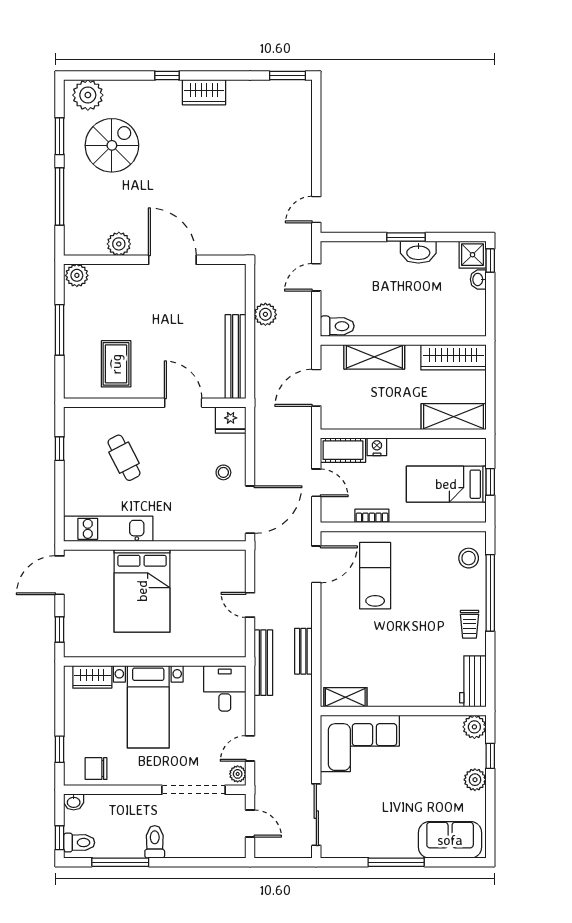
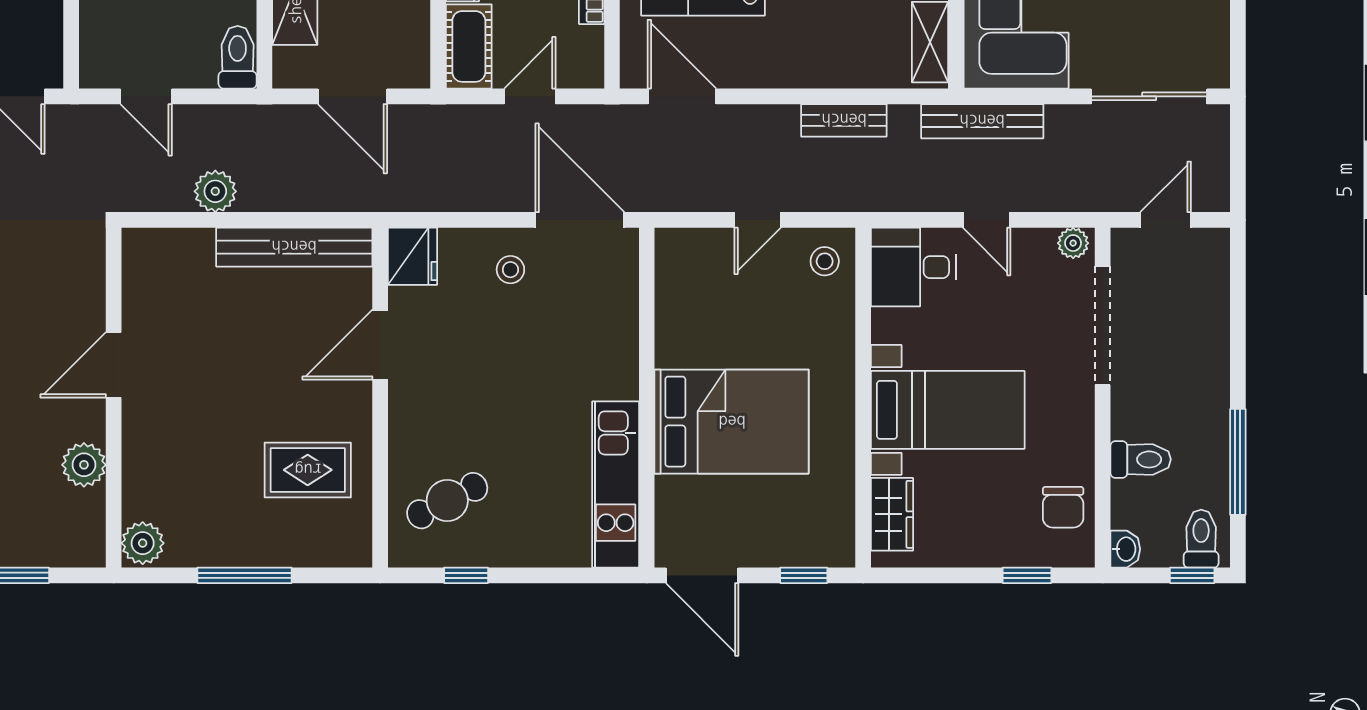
door: (172, 260) -> (114, 365), width x0.73
cafe table: (124, 458) -> (447, 501), moved
stool: (228, 641) -> (825, 261), added
bench: (263, 663) -> (982, 121), moved
door: (250, 748) -> (987, 220), moved
toilet: (155, 842) -> (1141, 459), moved, turned 180

